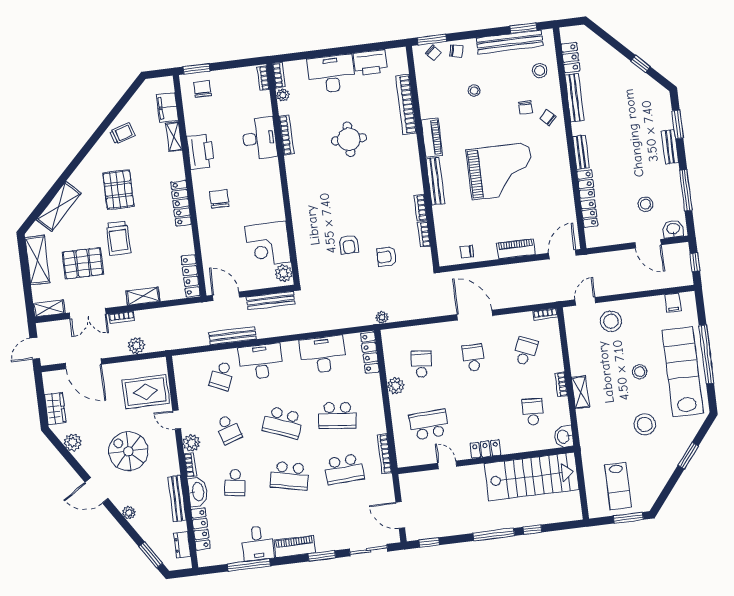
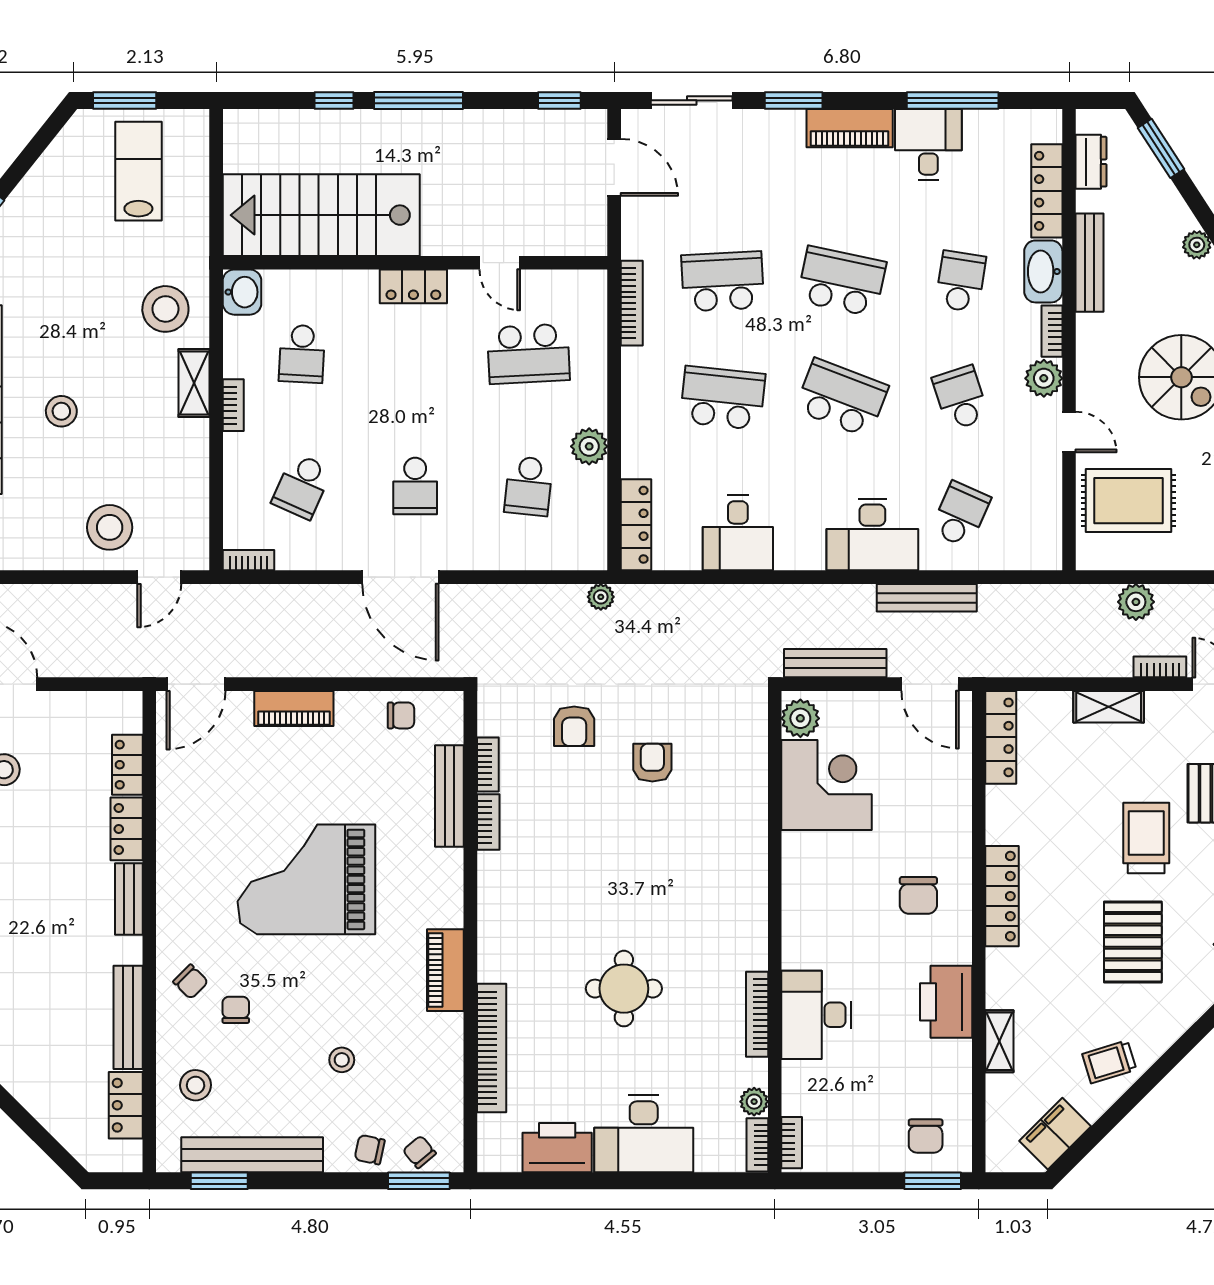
filing cabinet: (167, 107) -> (1055, 1134), moved, turned -135
bench: (435, 181) -> (449, 796), moved
armchair: (387, 257) -> (574, 726), turned 90
desk: (323, 355) -> (738, 533), width x0.73
stool: (645, 424) -> (165, 309), moved

